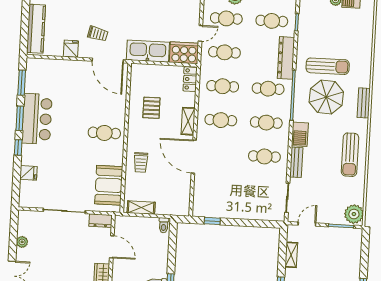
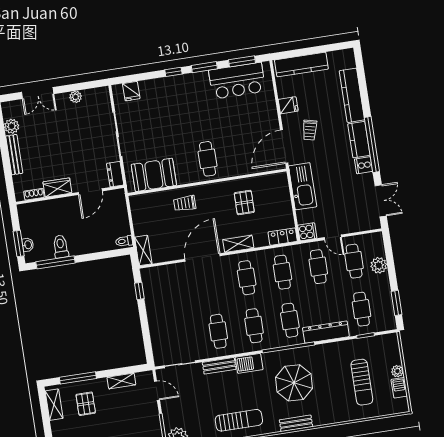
cooker: (184, 53) -> (307, 232), width x0.53, depth x0.76
sun lounger: (328, 66) -> (362, 382), moved
pallet: (151, 108) -> (244, 203), turned 90
bar counter: (37, 119) -> (237, 81), moved
sun lounger: (350, 155) -> (239, 420), turned 180
fridge: (28, 173) -> (131, 91), moved
shelving: (141, 208) -> (143, 250), moved

